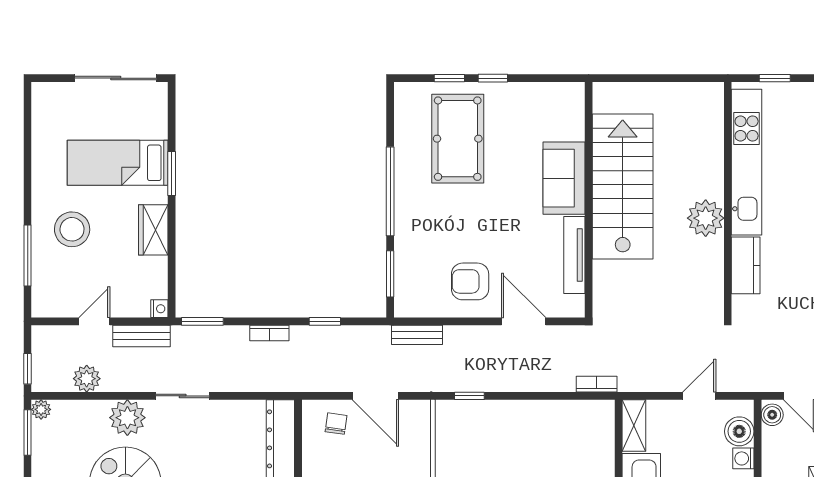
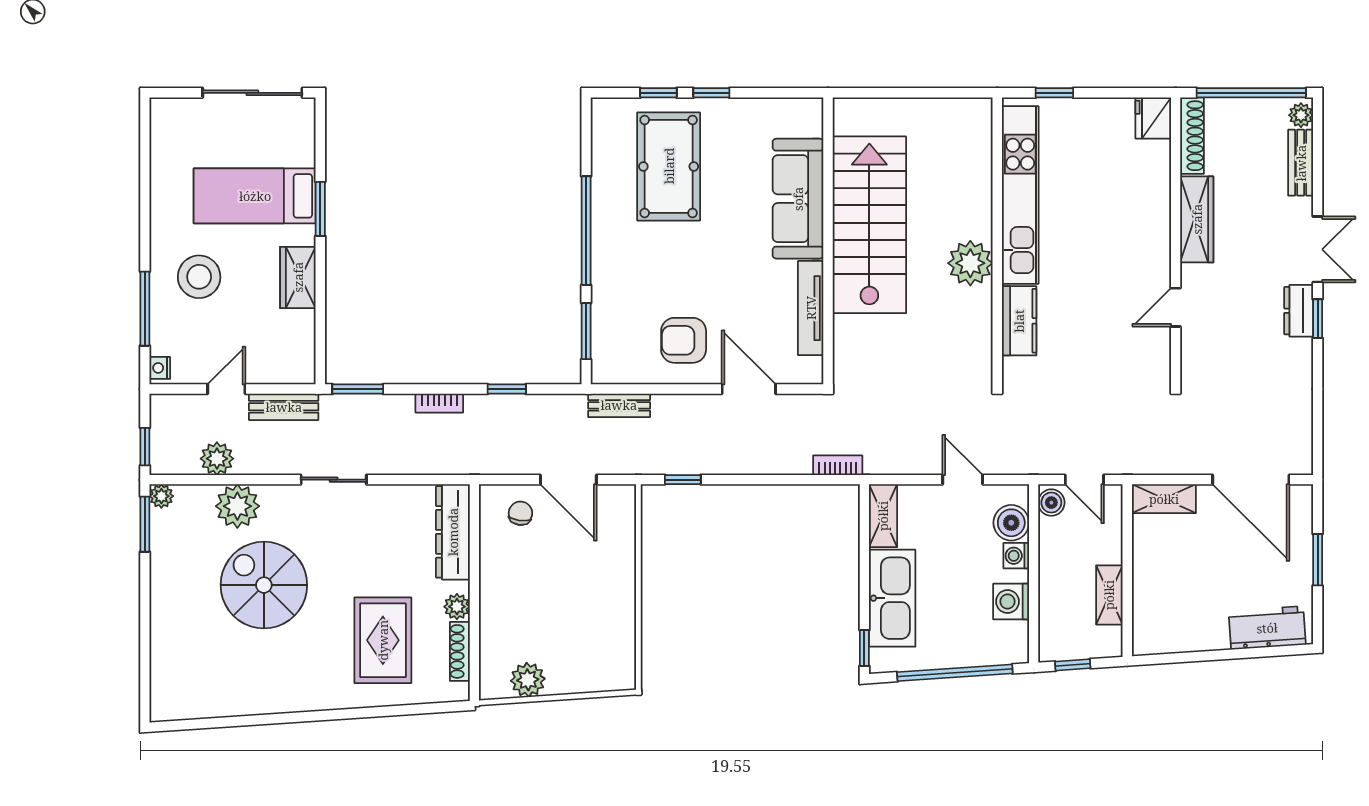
sofa: (564, 178) -> (798, 199), width x1.36
nightstand: (159, 309) -> (160, 368), moved, turned 180
door: (699, 396) -> (963, 480), hinge flipped
plant: (127, 418) -> (237, 506), moved

